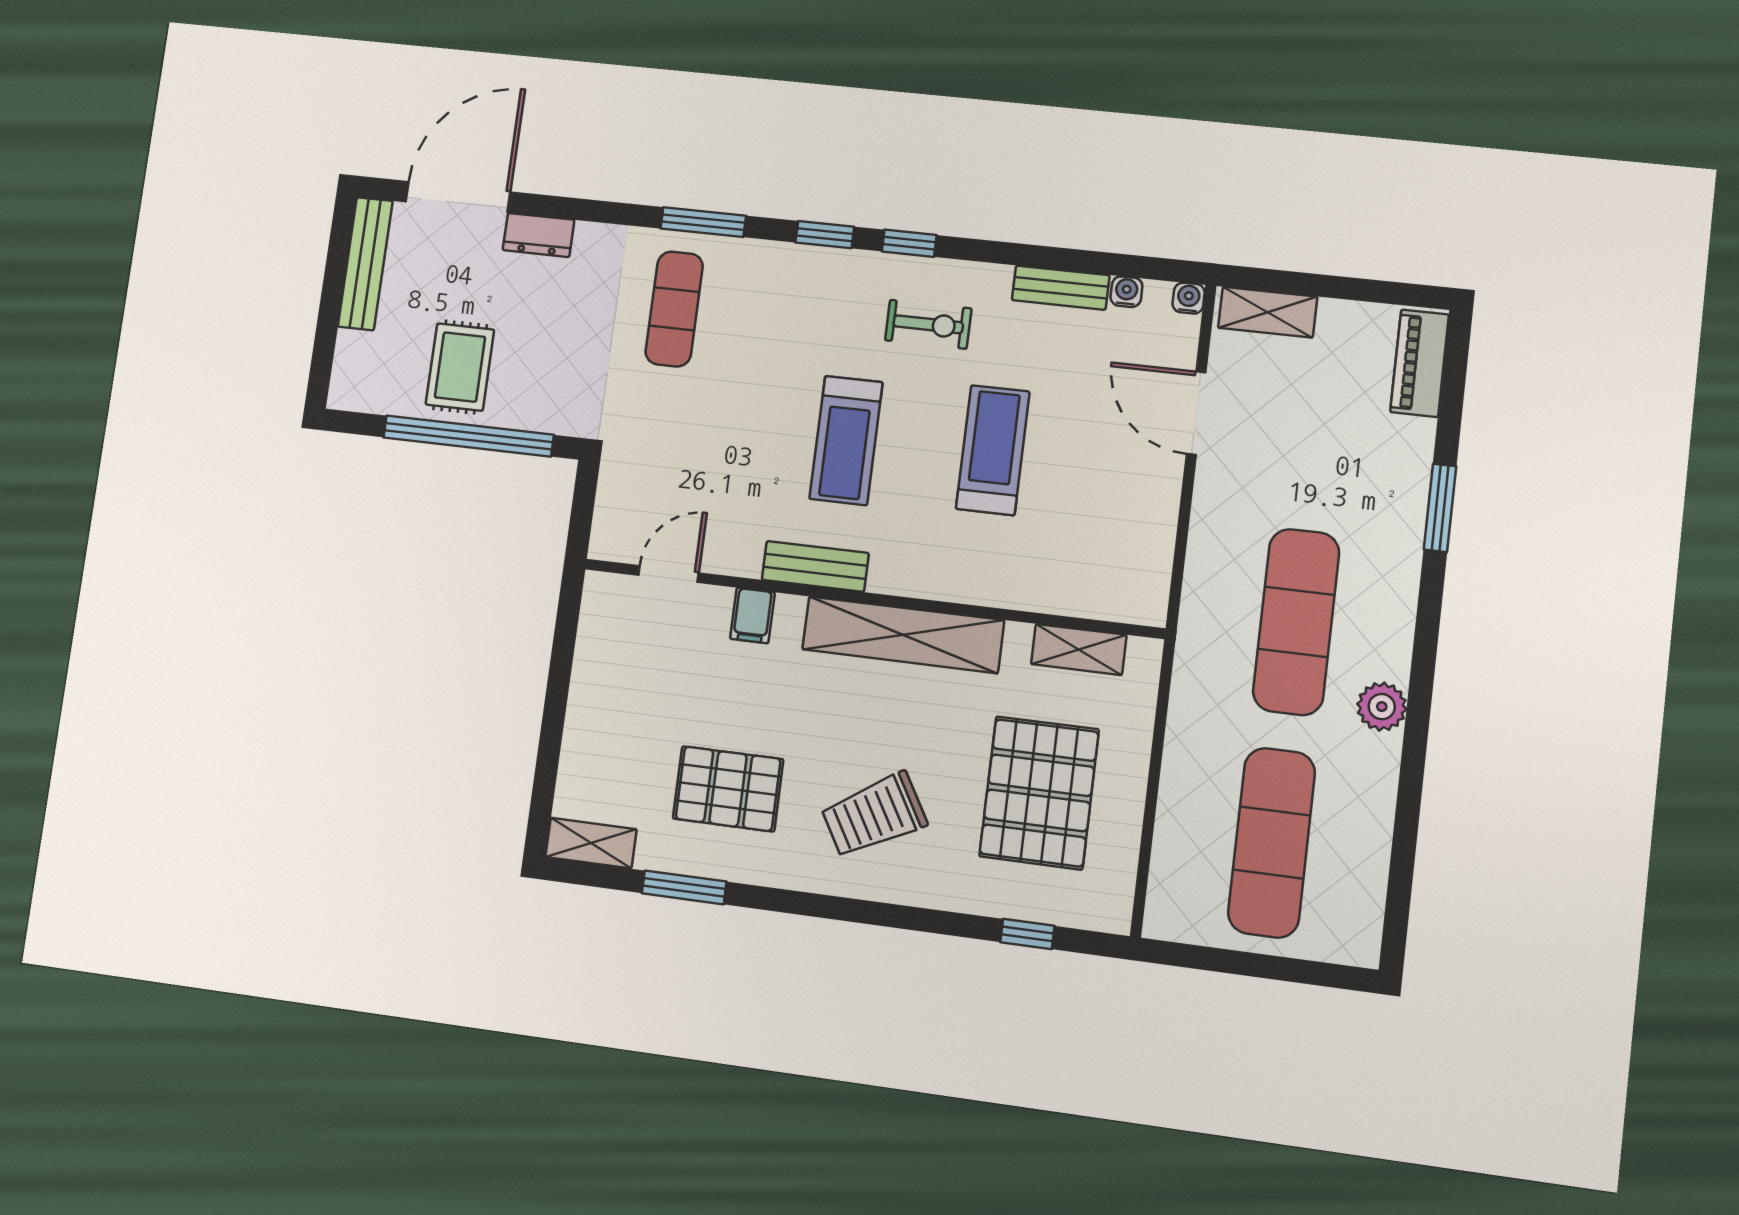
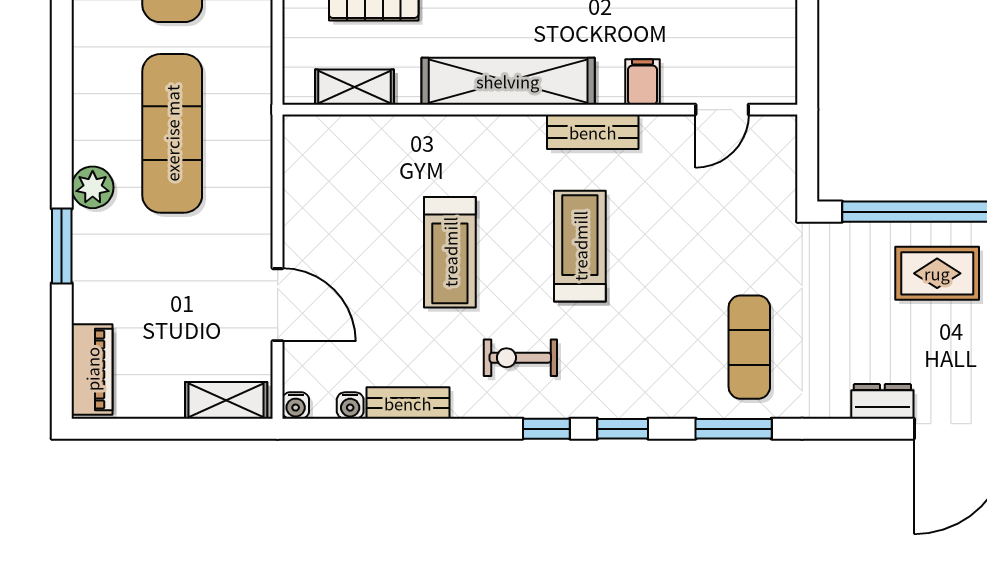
rug: (460, 367) -> (937, 273), turned 90
plant: (1382, 707) -> (93, 187), moved

